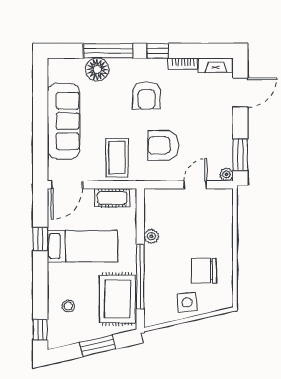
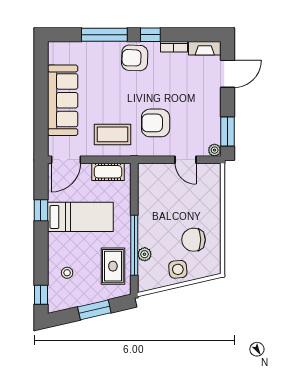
floor lamp: (97, 70) -> (94, 52), removed
armchair: (146, 95) -> (135, 58), moved, turned 92
coffee table: (117, 158) -> (112, 134), turned 90
door: (195, 185) -> (185, 160), swing flipped
plant: (151, 236) -> (145, 254), moved
rug: (117, 299) -> (113, 266), width x0.73, depth x0.70

